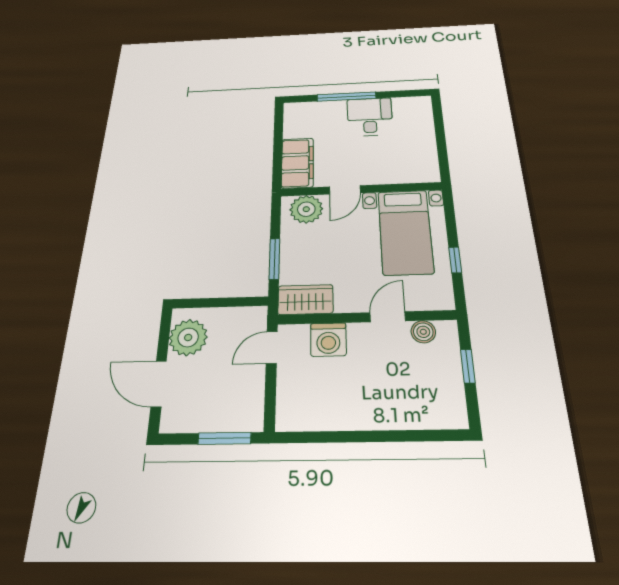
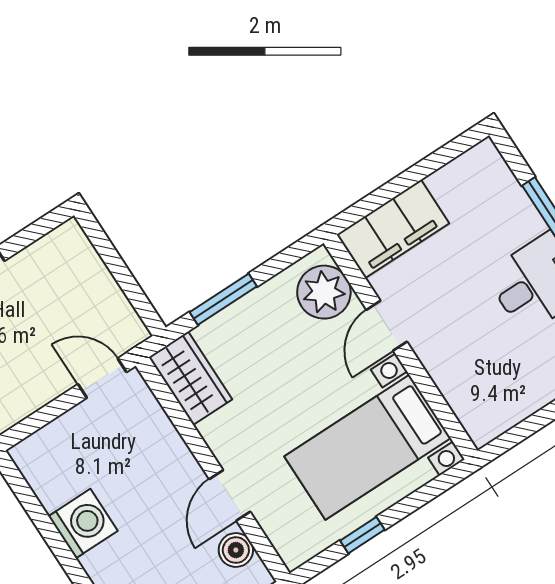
door: (345, 190) -> (387, 326), hinge flipped
door: (388, 317) -> (230, 495), swing flipped
plant: (188, 337) -> (50, 265), removed
washing machine: (328, 339) -> (83, 524), moved, turned 180

